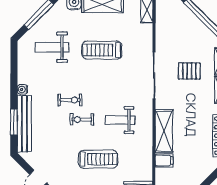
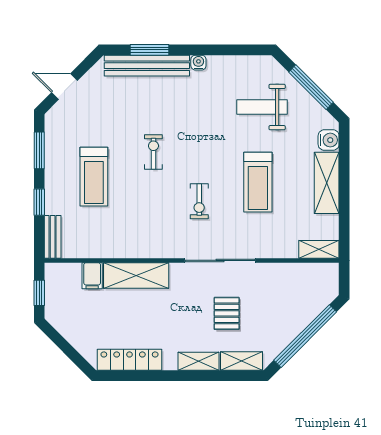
weight bench: (52, 47) -> (262, 107), turned -90
treadmill: (102, 50) -> (258, 182), turned 180
exercise bike: (70, 100) -> (199, 201), moved
weight bench: (120, 120) -> (153, 210), removed

